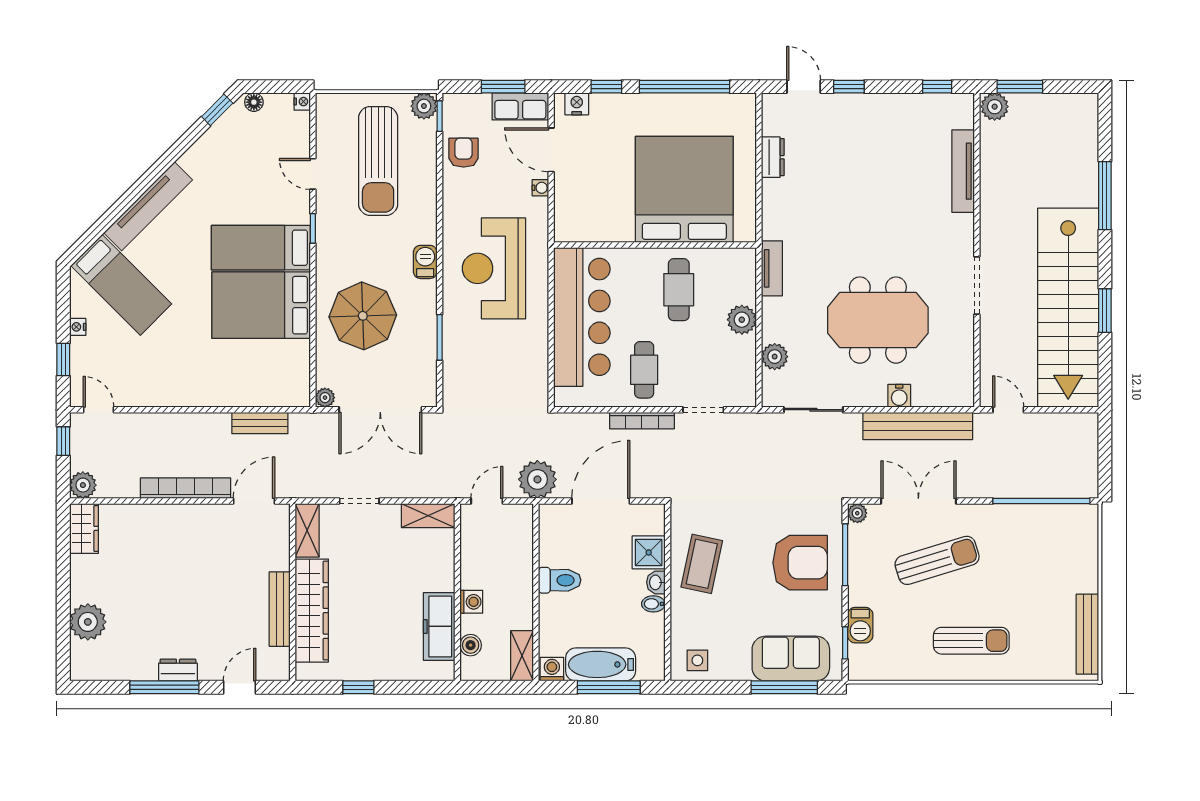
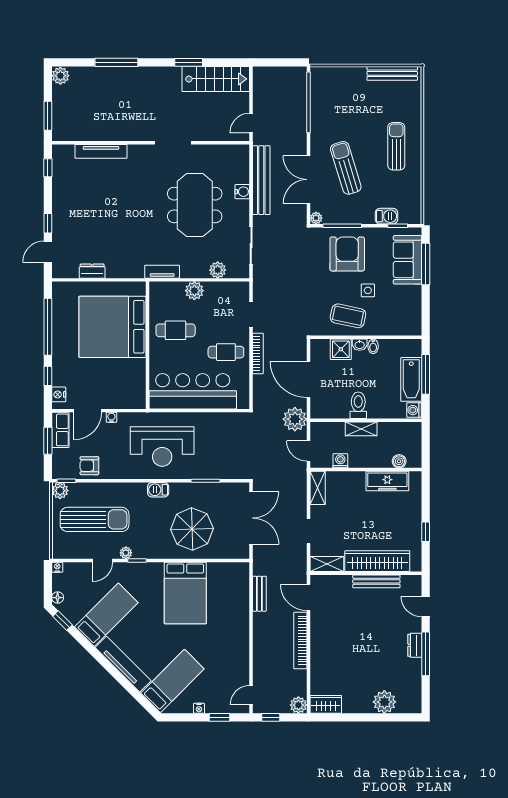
plant: (995, 107) -> (60, 76), moved
bed: (261, 248) -> (106, 615), moved, turned -135
stairs: (1068, 308) -> (216, 79), width x0.54, depth x0.66
plant: (325, 398) -> (126, 553), moved
washing machine: (471, 602) -> (340, 461), moved
shelving: (522, 656) -> (361, 429), moved
side table: (697, 660) -> (368, 290), moved

